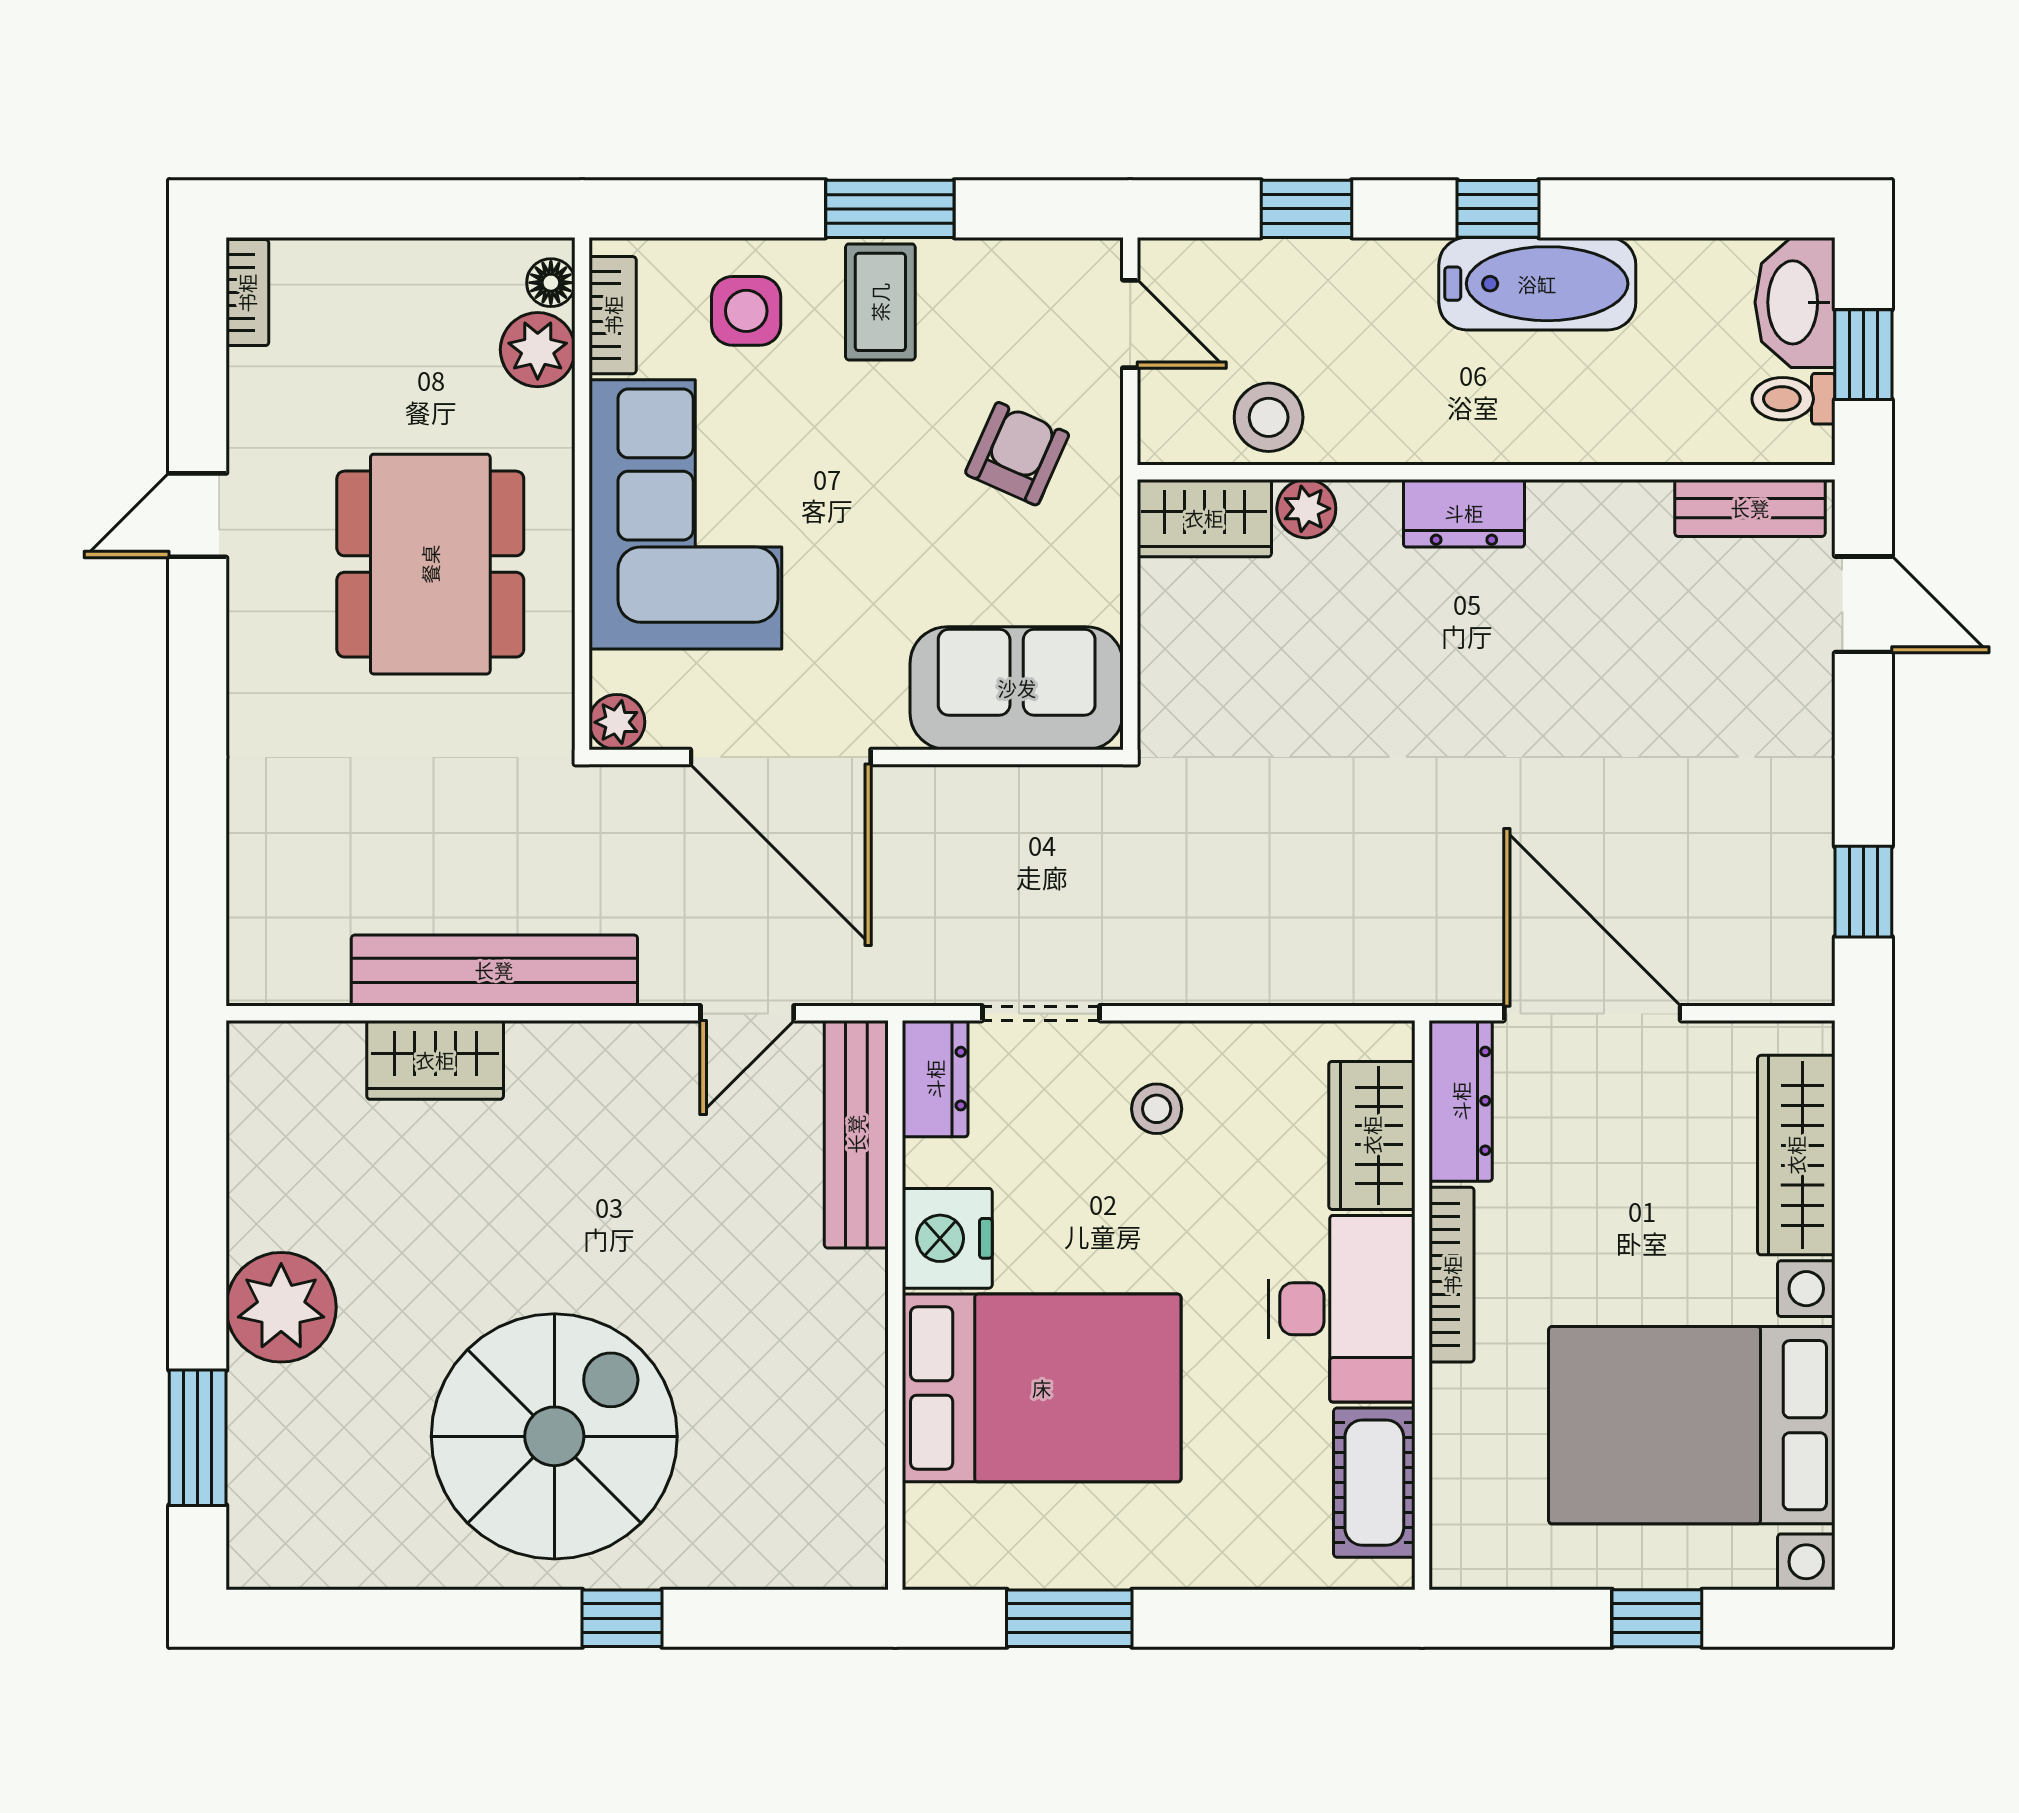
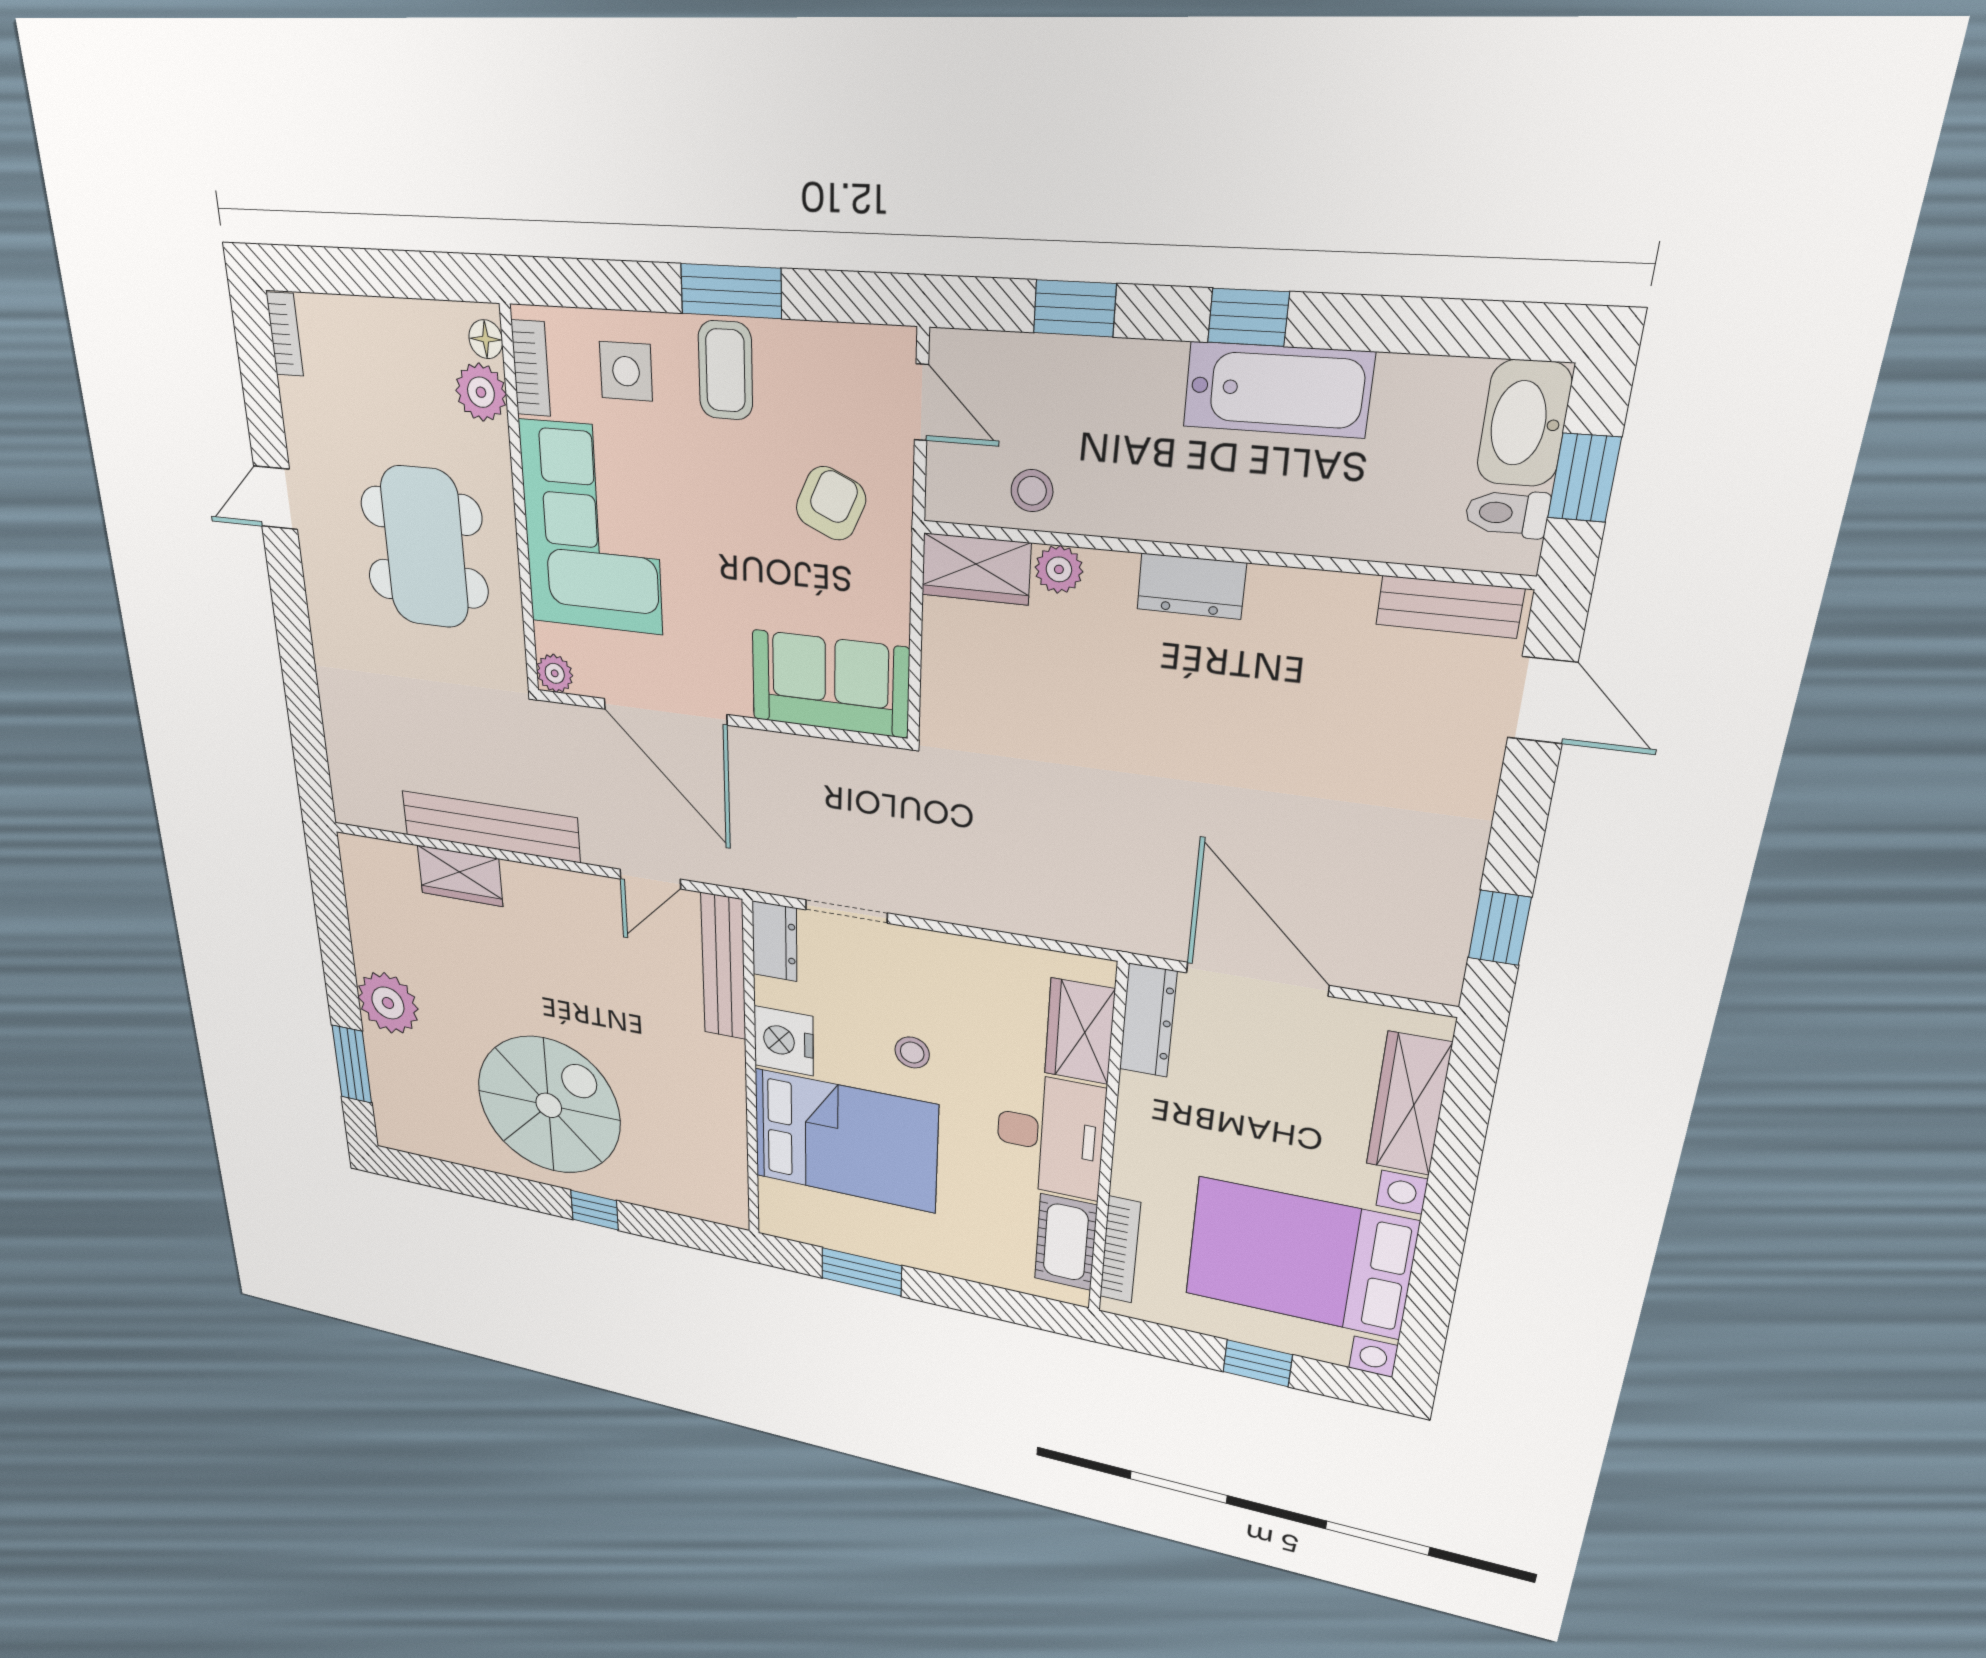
stool: (1269, 417) -> (1032, 491), width x0.73, depth x0.73
stool: (1157, 1109) -> (912, 1053), moved
bookcase: (1452, 1275) -> (1120, 1250), moved

